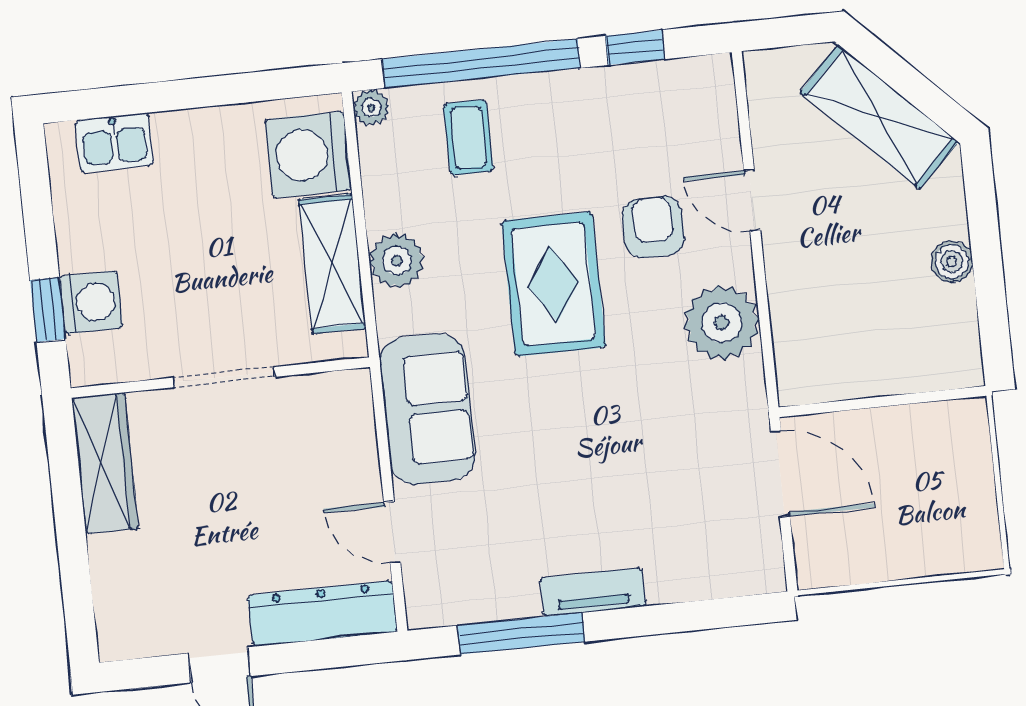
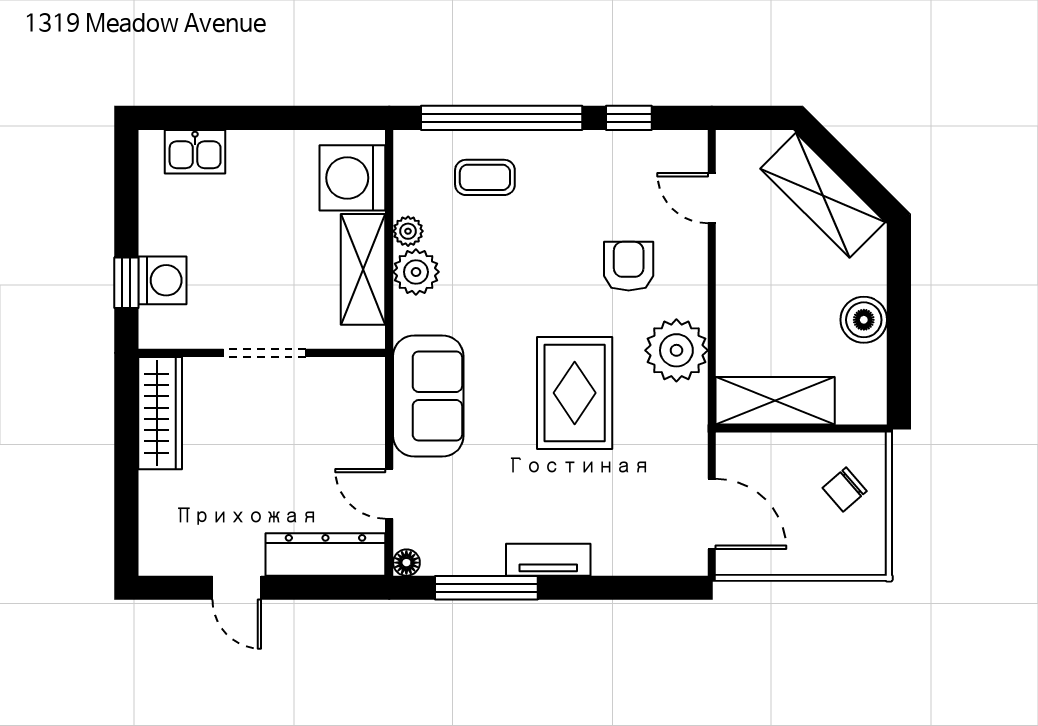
plant: (371, 108) -> (408, 231), moved
coffee table: (468, 137) -> (485, 177), turned 90
door: (752, 200) -> (712, 198), moved
boiler: (952, 262) -> (864, 320), width x1.36, depth x1.36
rug: (554, 284) -> (575, 393), moved
shelving: (847, 371) -> (775, 401), added
chair: (942, 470) -> (845, 490), added
door: (780, 474) -> (712, 514), moved
floor lamp: (422, 613) -> (406, 563), added

